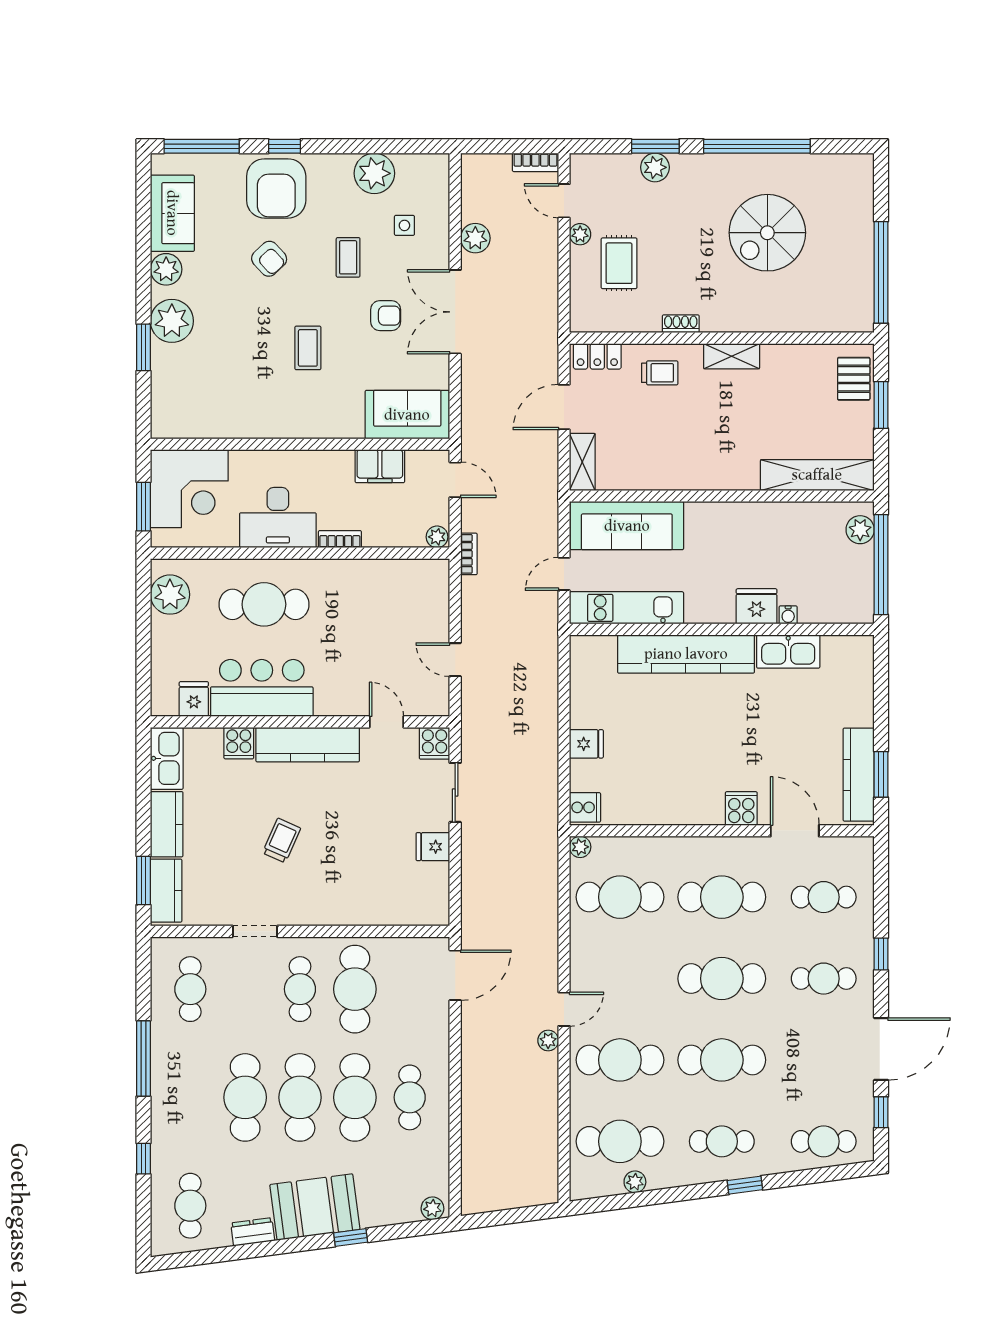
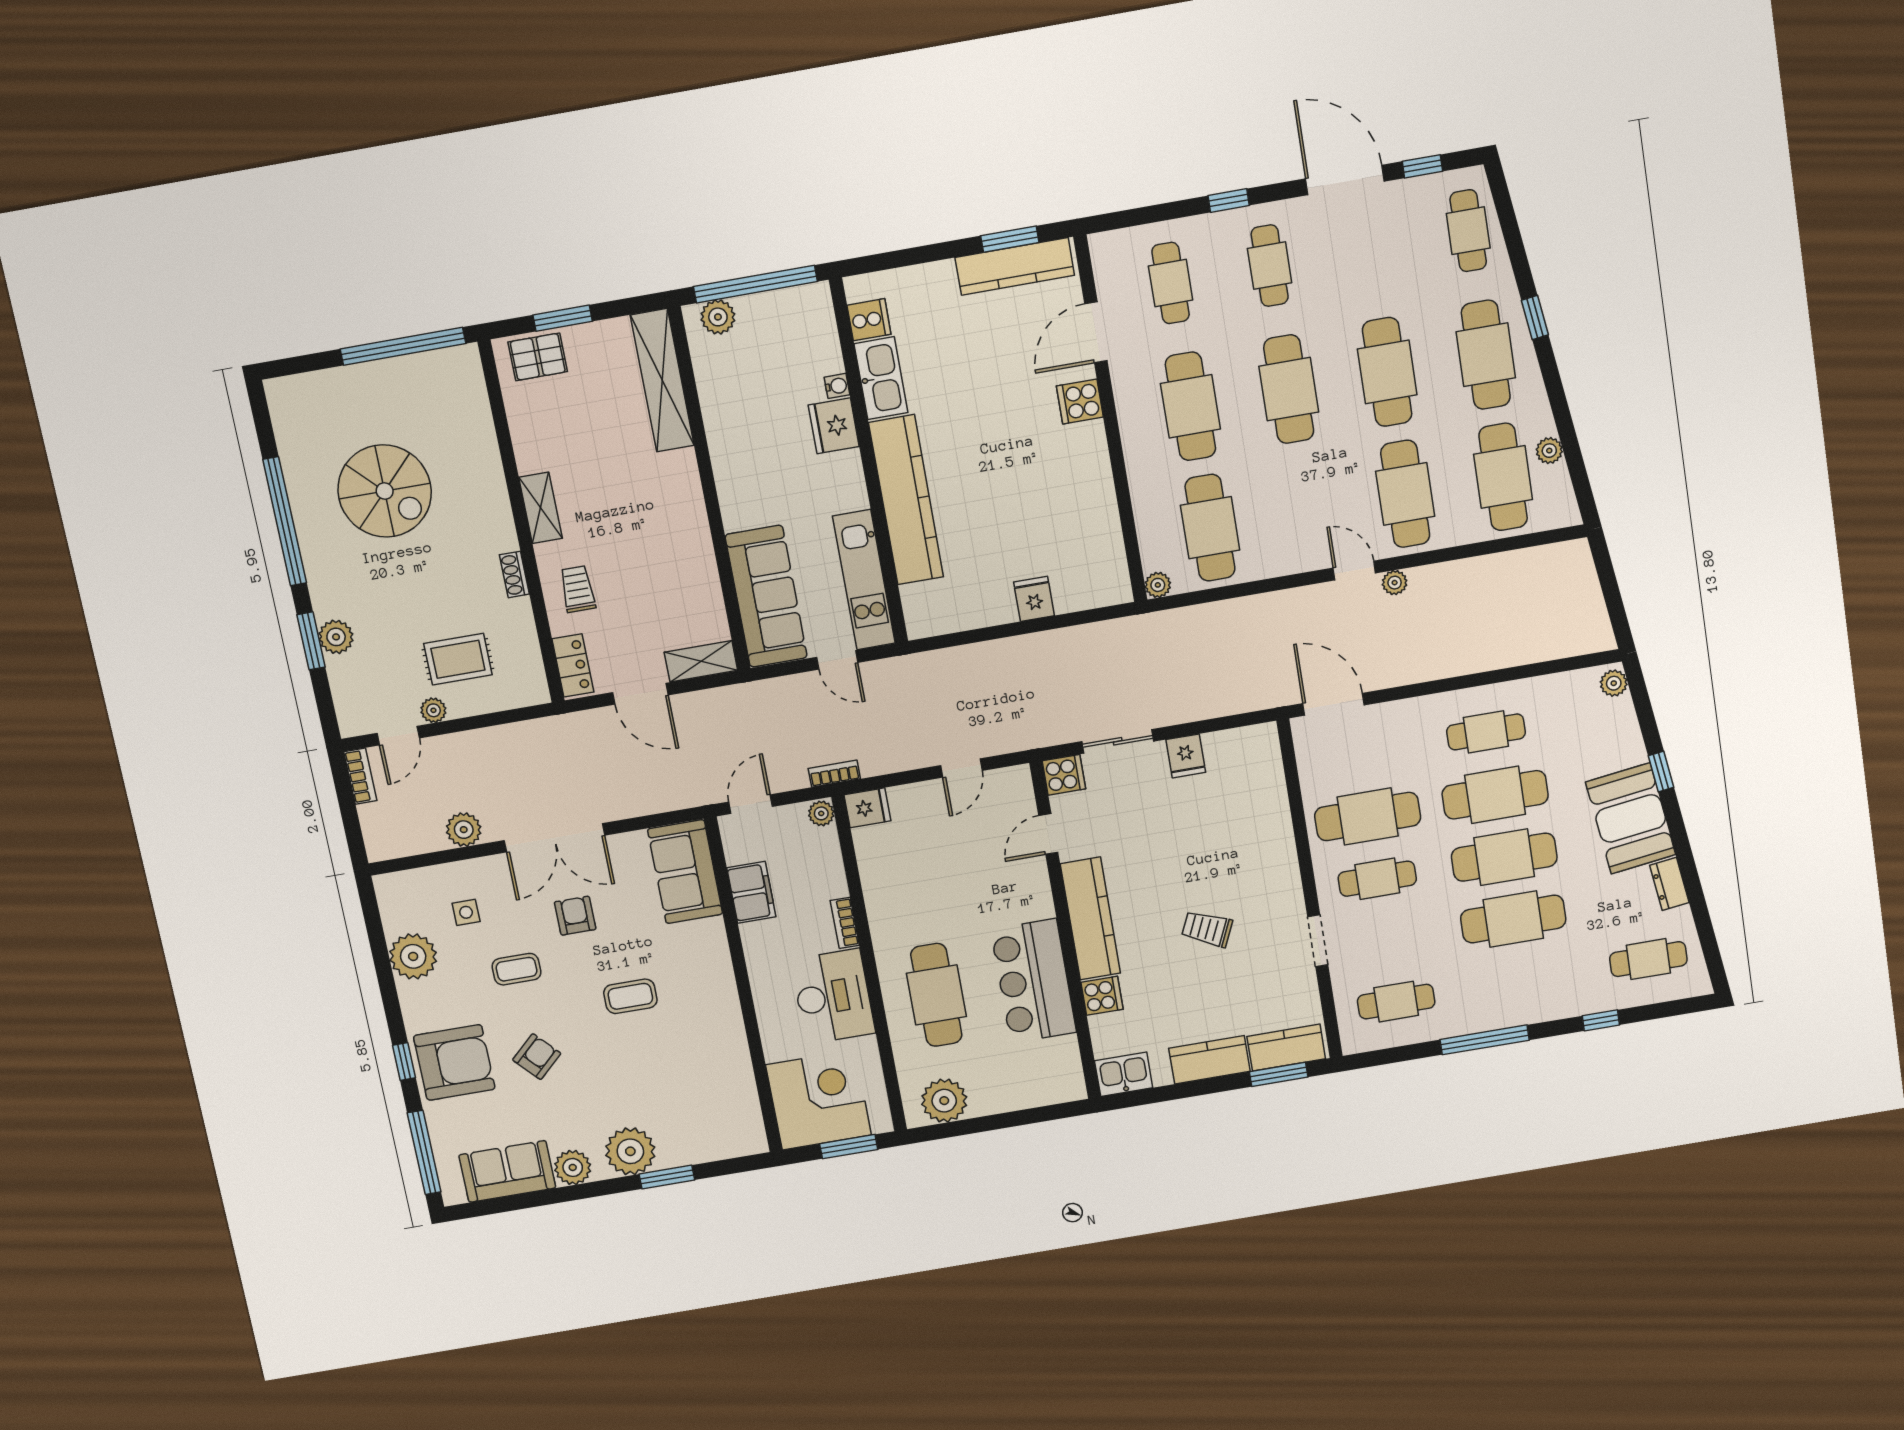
fridge: (194, 699) -> (867, 808), moved, turned 180
kitchen sink: (167, 758) -> (1124, 1074), width x0.73
cooker: (585, 807) -> (869, 320), moved, turned 90
cafe table: (722, 1141) -> (1486, 355), width x1.37, depth x1.35

